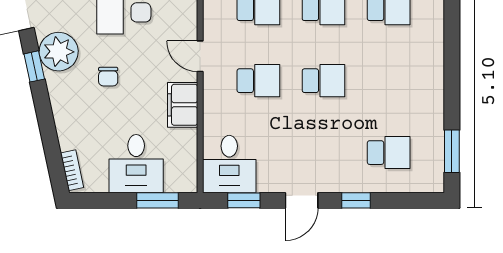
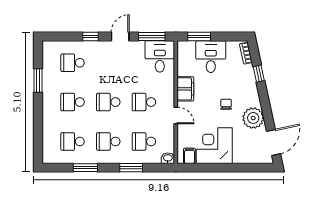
window: (34, 66) -> (259, 74), moved
school desk: (389, 81) -> (73, 102), added
window: (452, 151) -> (38, 80), moved
window: (244, 200) -> (152, 37), width x1.50

